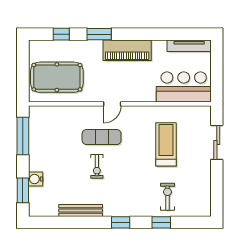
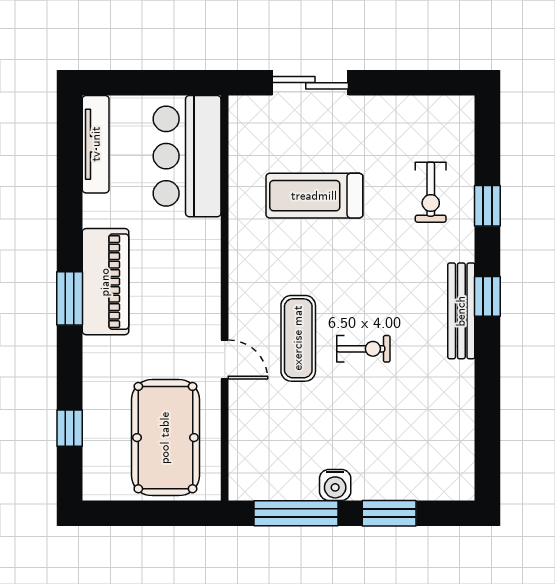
window: (99, 34) -> (70, 298), moved
door: (112, 104) -> (225, 359), moved
water cooler: (36, 179) -> (335, 485), moved
window: (23, 190) -> (389, 513), moved
exercise bike: (167, 197) -> (431, 192), turned -90
bench: (81, 210) -> (461, 311), moved

